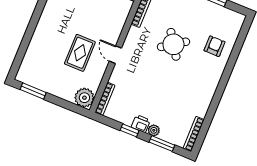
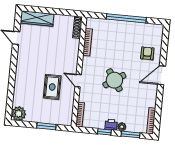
round table: (173, 44) -> (114, 80), moved
door: (224, 80) -> (162, 75), added
window: (33, 91) -> (46, 126), moved
plant: (84, 98) -> (19, 114), moved

